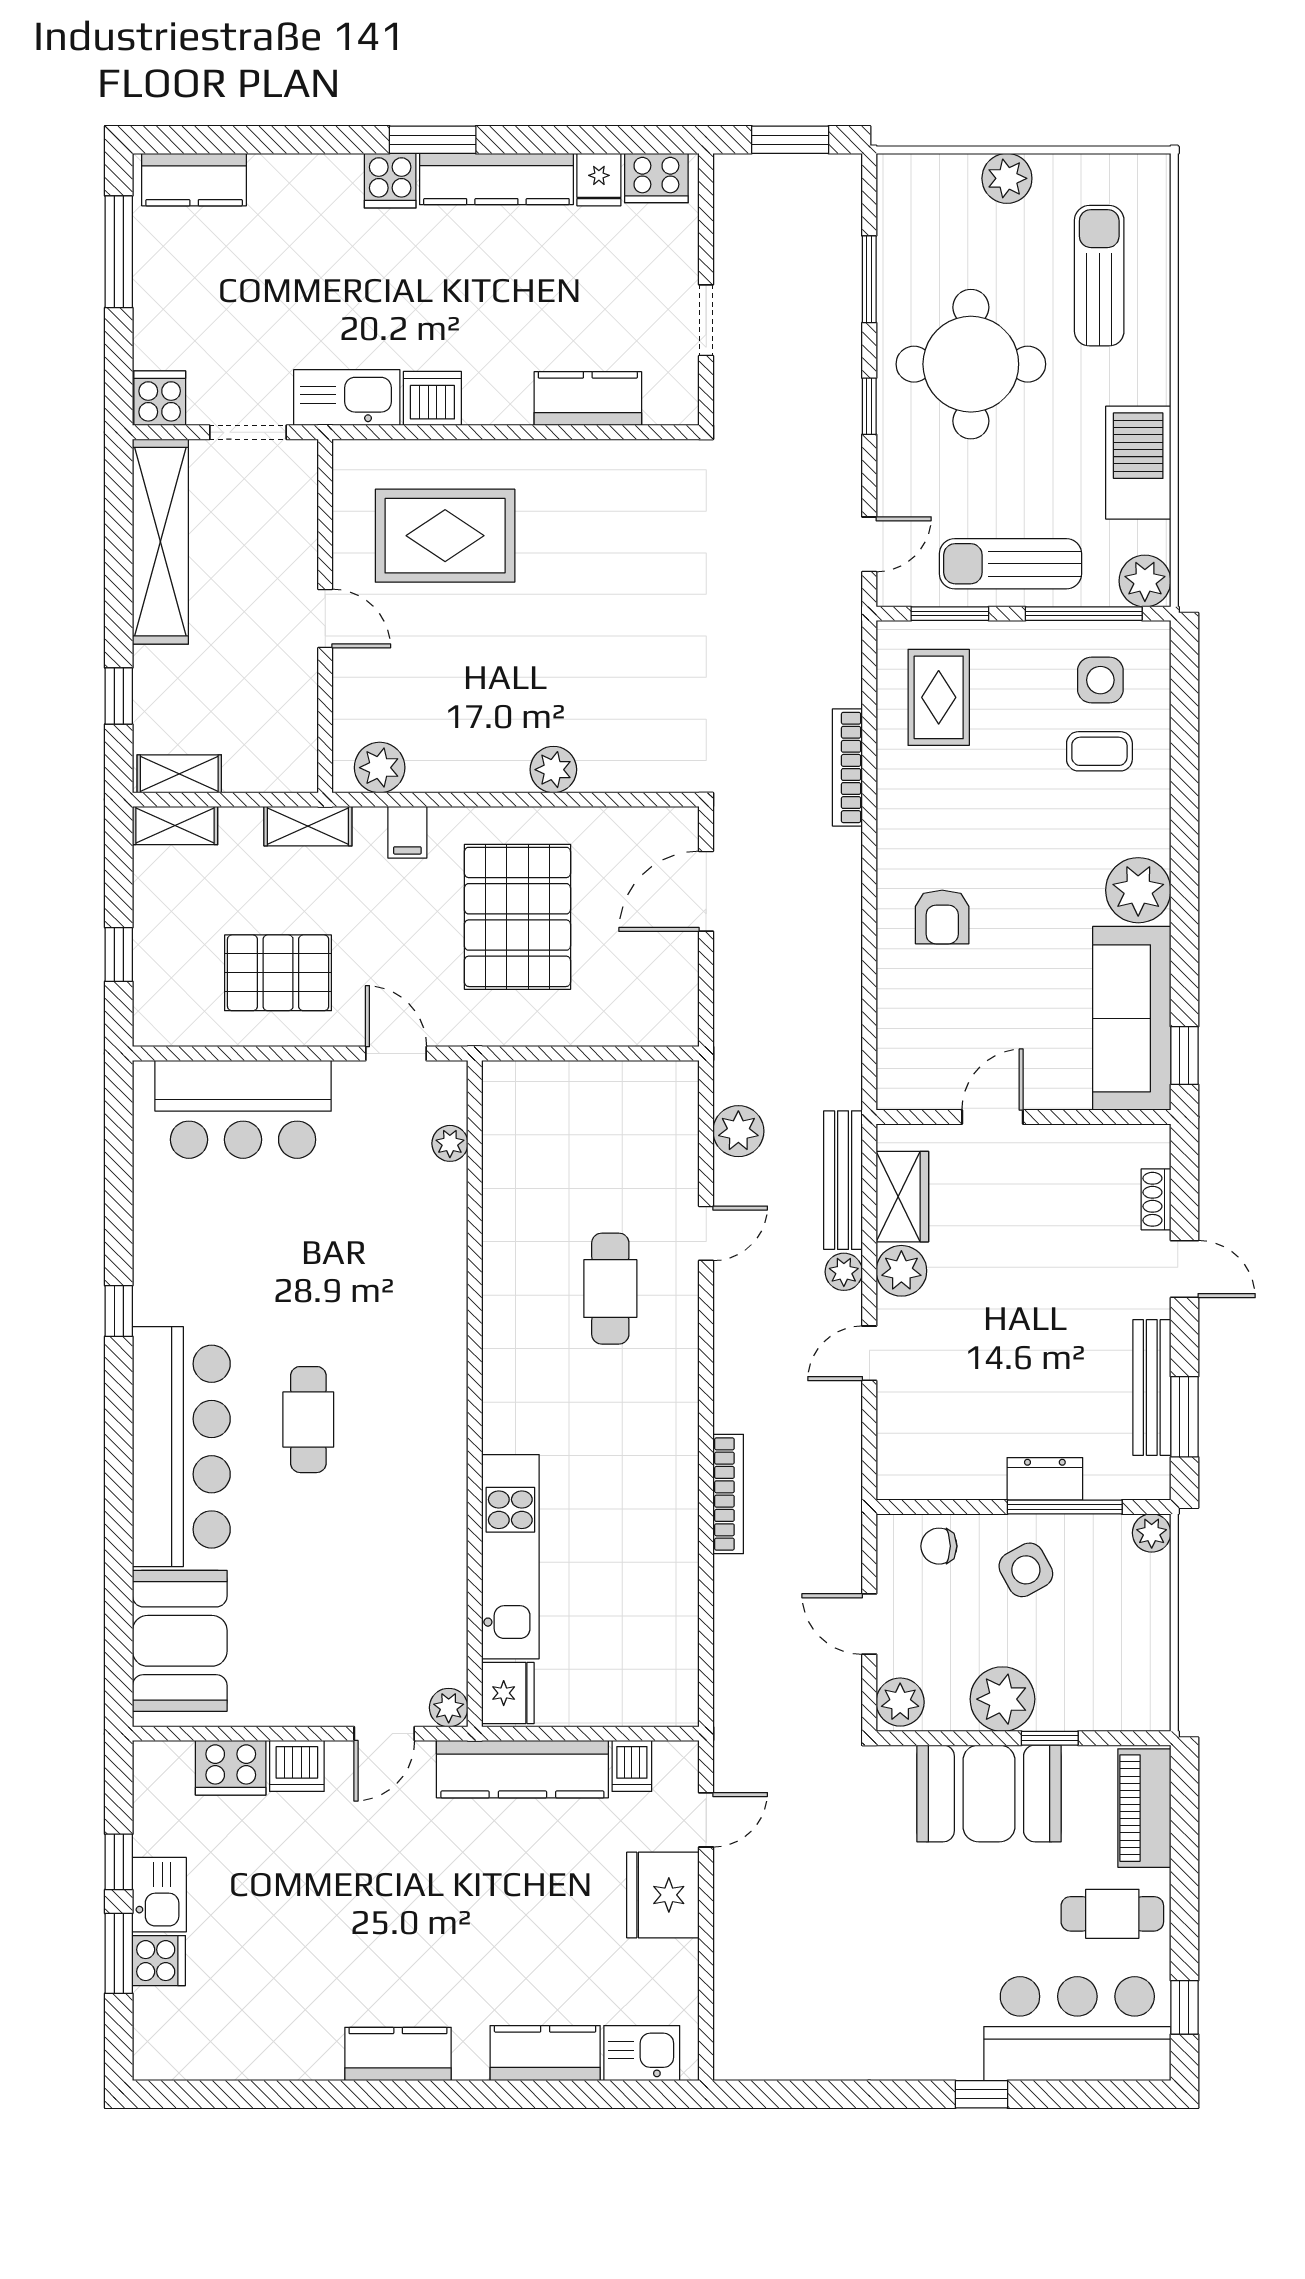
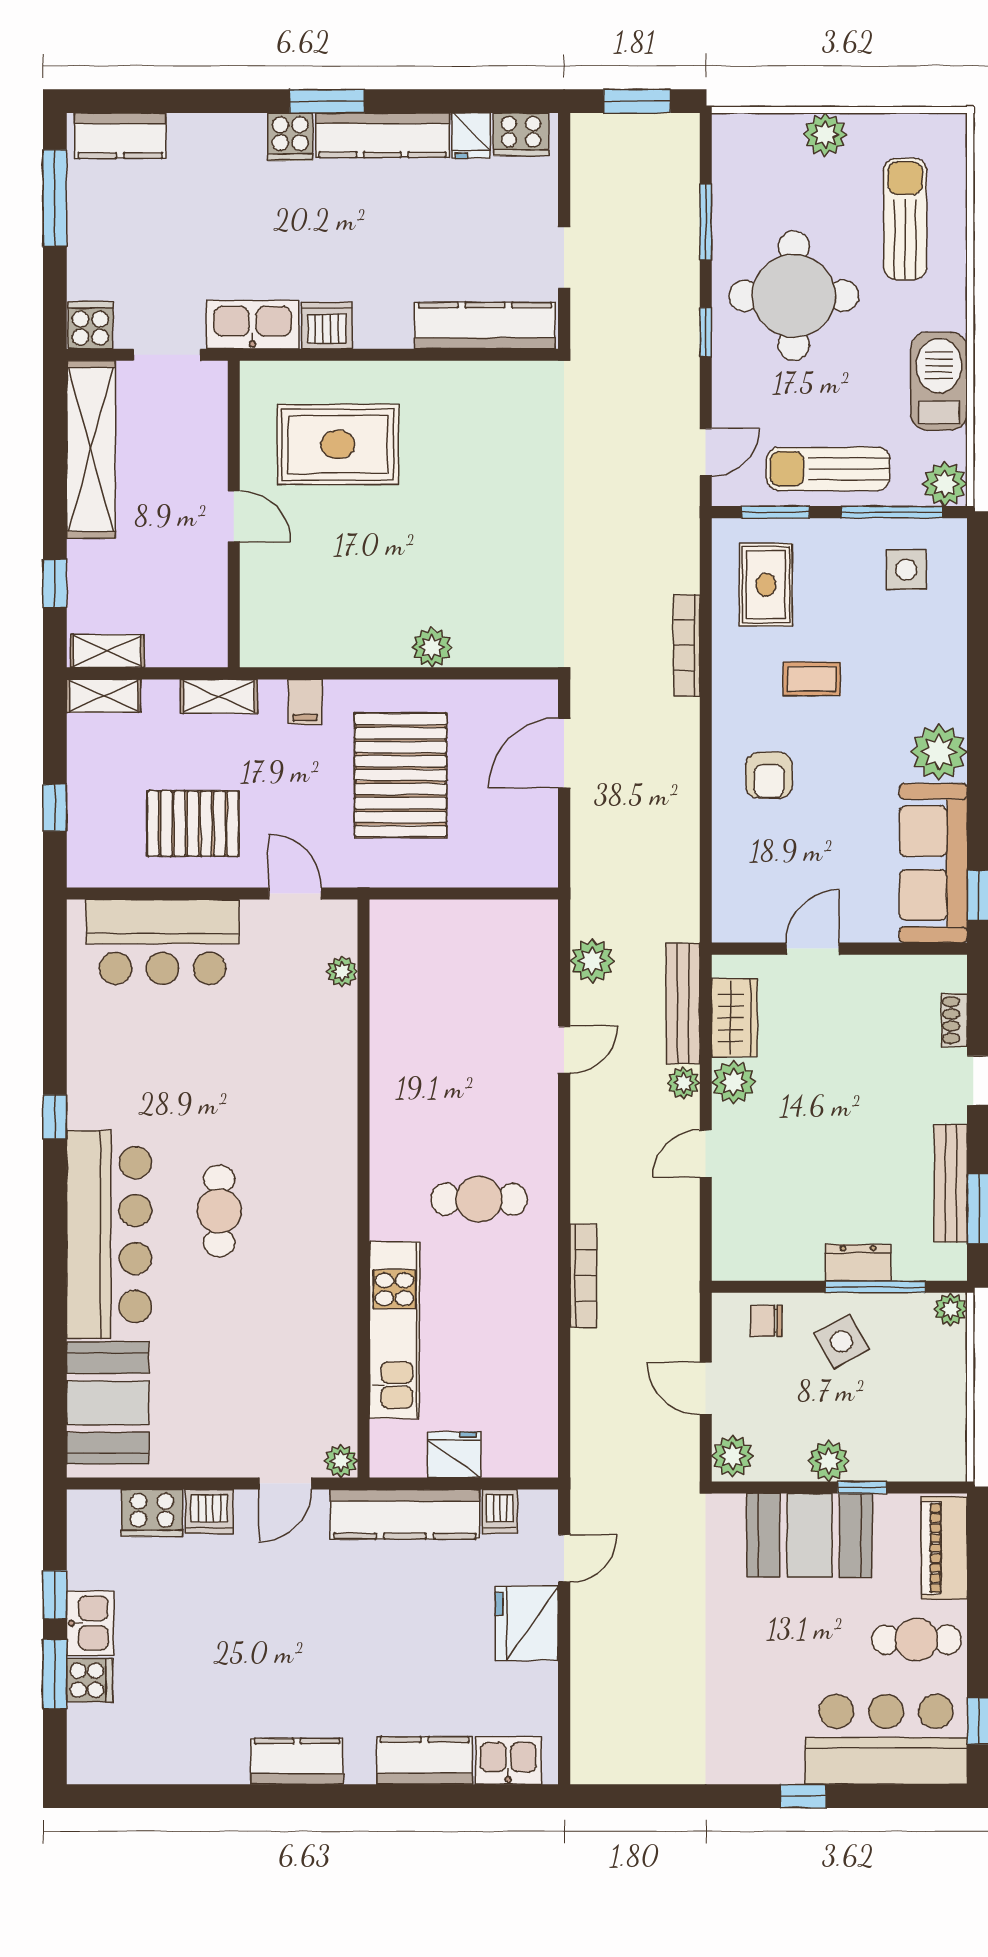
kitchen counter: (588, 399) -> (485, 326), width x1.50
coffee table: (1099, 751) -> (812, 679), moved
plant: (380, 768) -> (281, 646), removed
cafe table: (610, 1289) -> (479, 1199), moved, turned 90
fridge: (508, 1693) -> (454, 1455), moved, turned -90
plant: (1002, 1699) -> (829, 1461), width x0.73, depth x0.73

